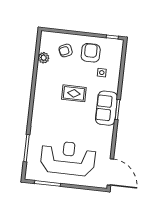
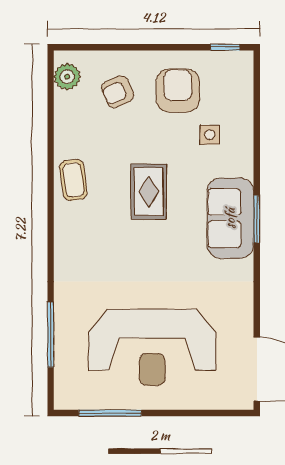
plant: (44, 58) -> (67, 77), moved
coffee table: (43, 85) -> (73, 180), added
rug: (74, 93) -> (149, 192), turned 90
reception desk: (68, 158) -> (152, 347), turned 180

